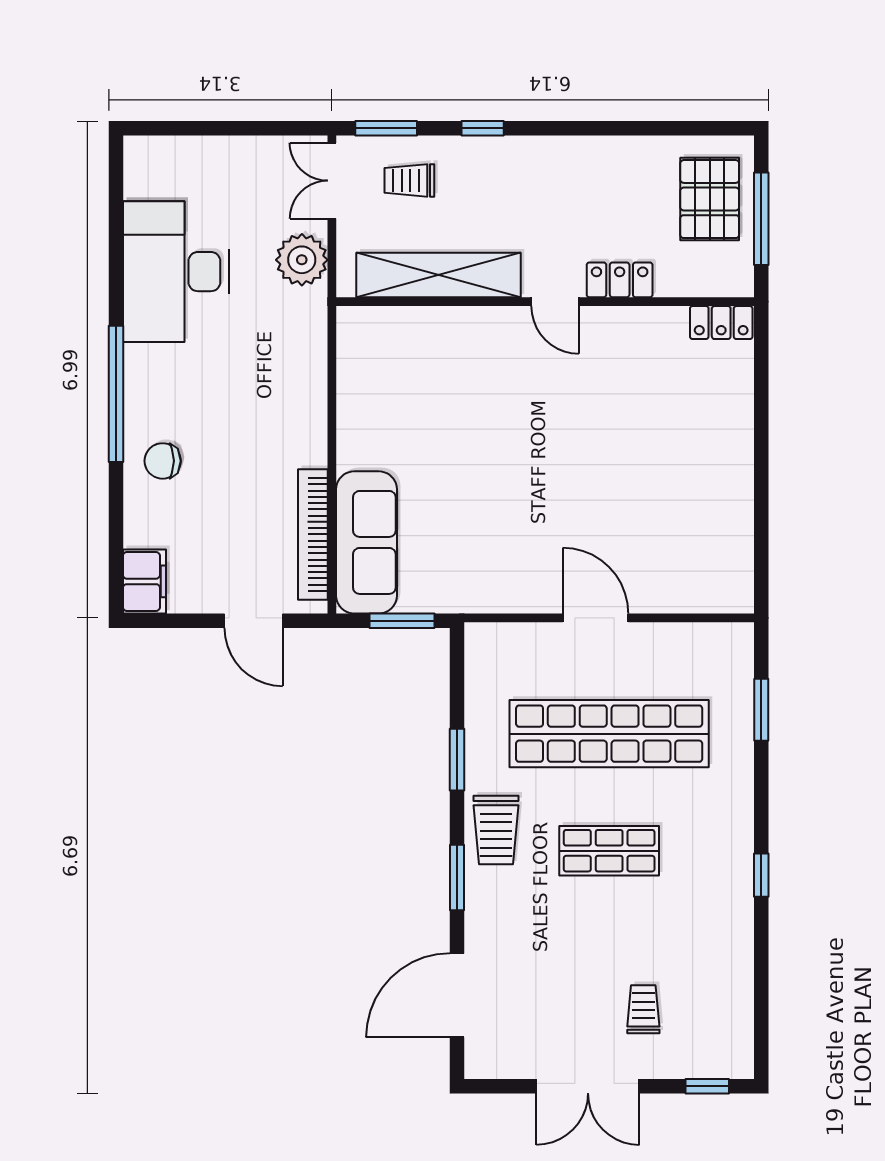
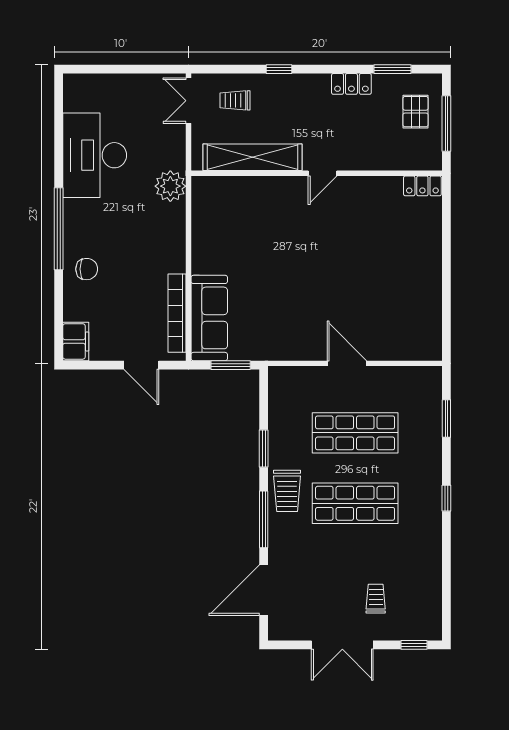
window: (386, 128) -> (392, 69), moved
pallet: (710, 199) -> (415, 112), width x0.67, depth x0.71
plant: (302, 260) -> (170, 186), moved
locker: (620, 280) -> (351, 84), moved, turned 180
door: (555, 302) -> (323, 173), hinge flipped
chair: (163, 461) -> (87, 269), turned 180
shop shelf: (609, 734) -> (355, 433), width x0.71
shop shelf: (609, 851) -> (355, 503), width x1.43, depth x1.36
window: (761, 875) -> (446, 498), moved
window: (457, 877) -> (264, 519), width x1.44

